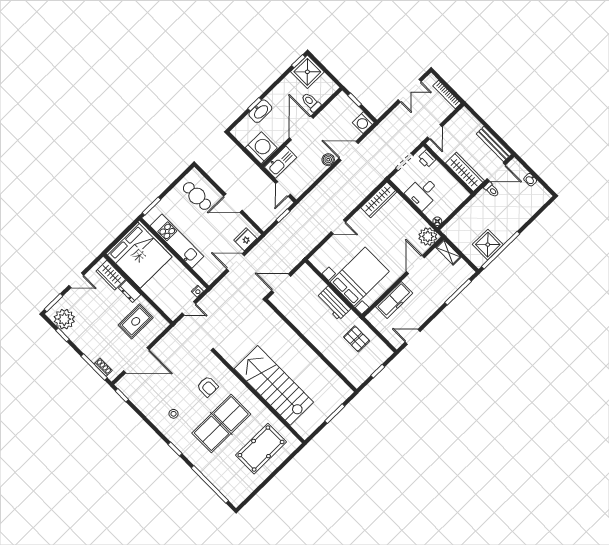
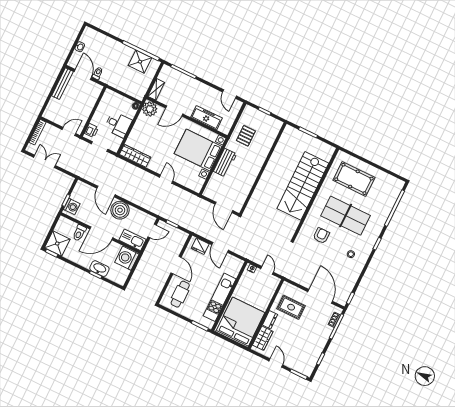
washing machine: (363, 123) -> (72, 207), moved
boiler: (328, 160) -> (120, 210), width x1.86, depth x1.86
wardrobe: (465, 172) -> (91, 98), removed
plant: (64, 319) -> (308, 362), removed

